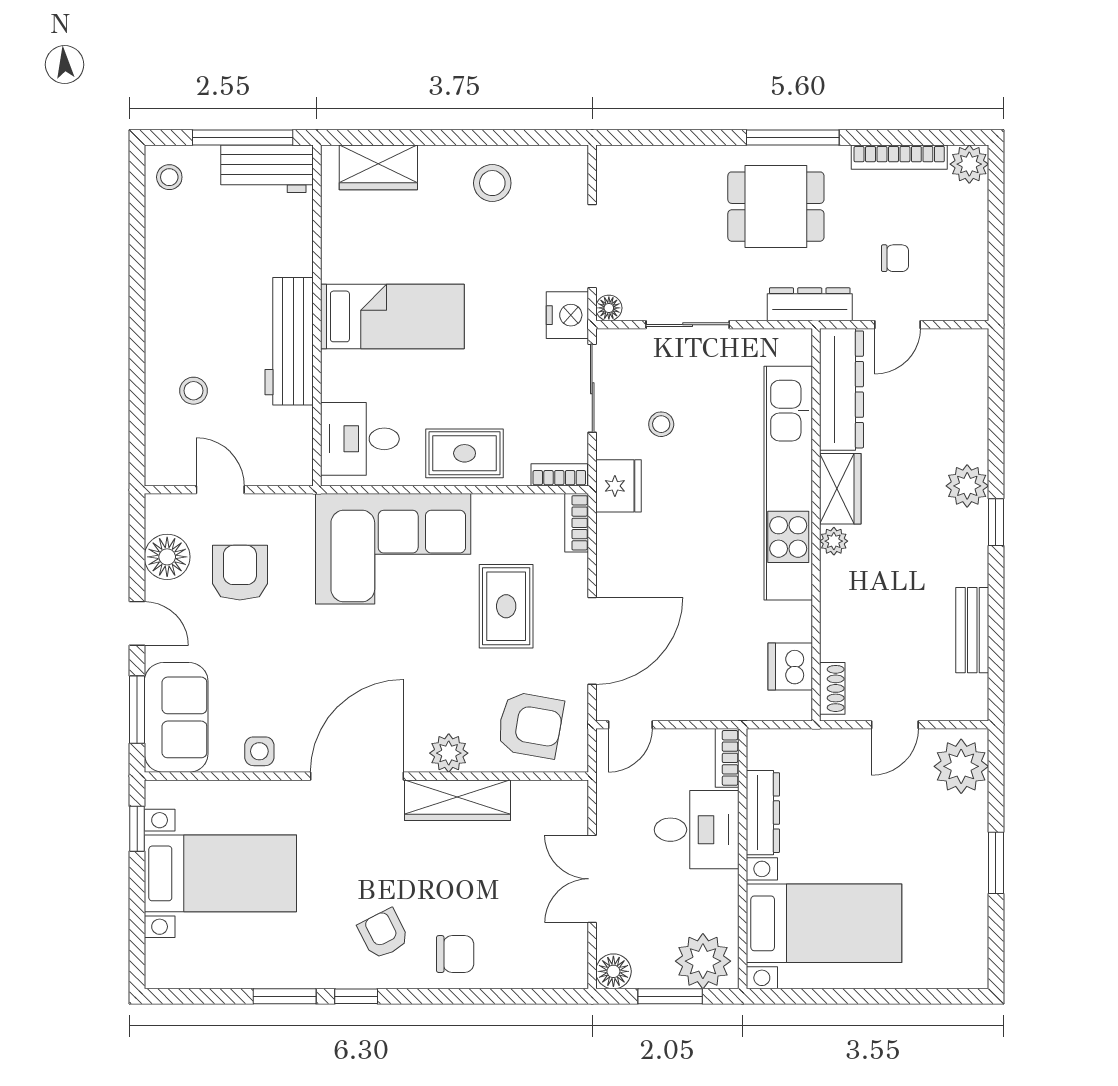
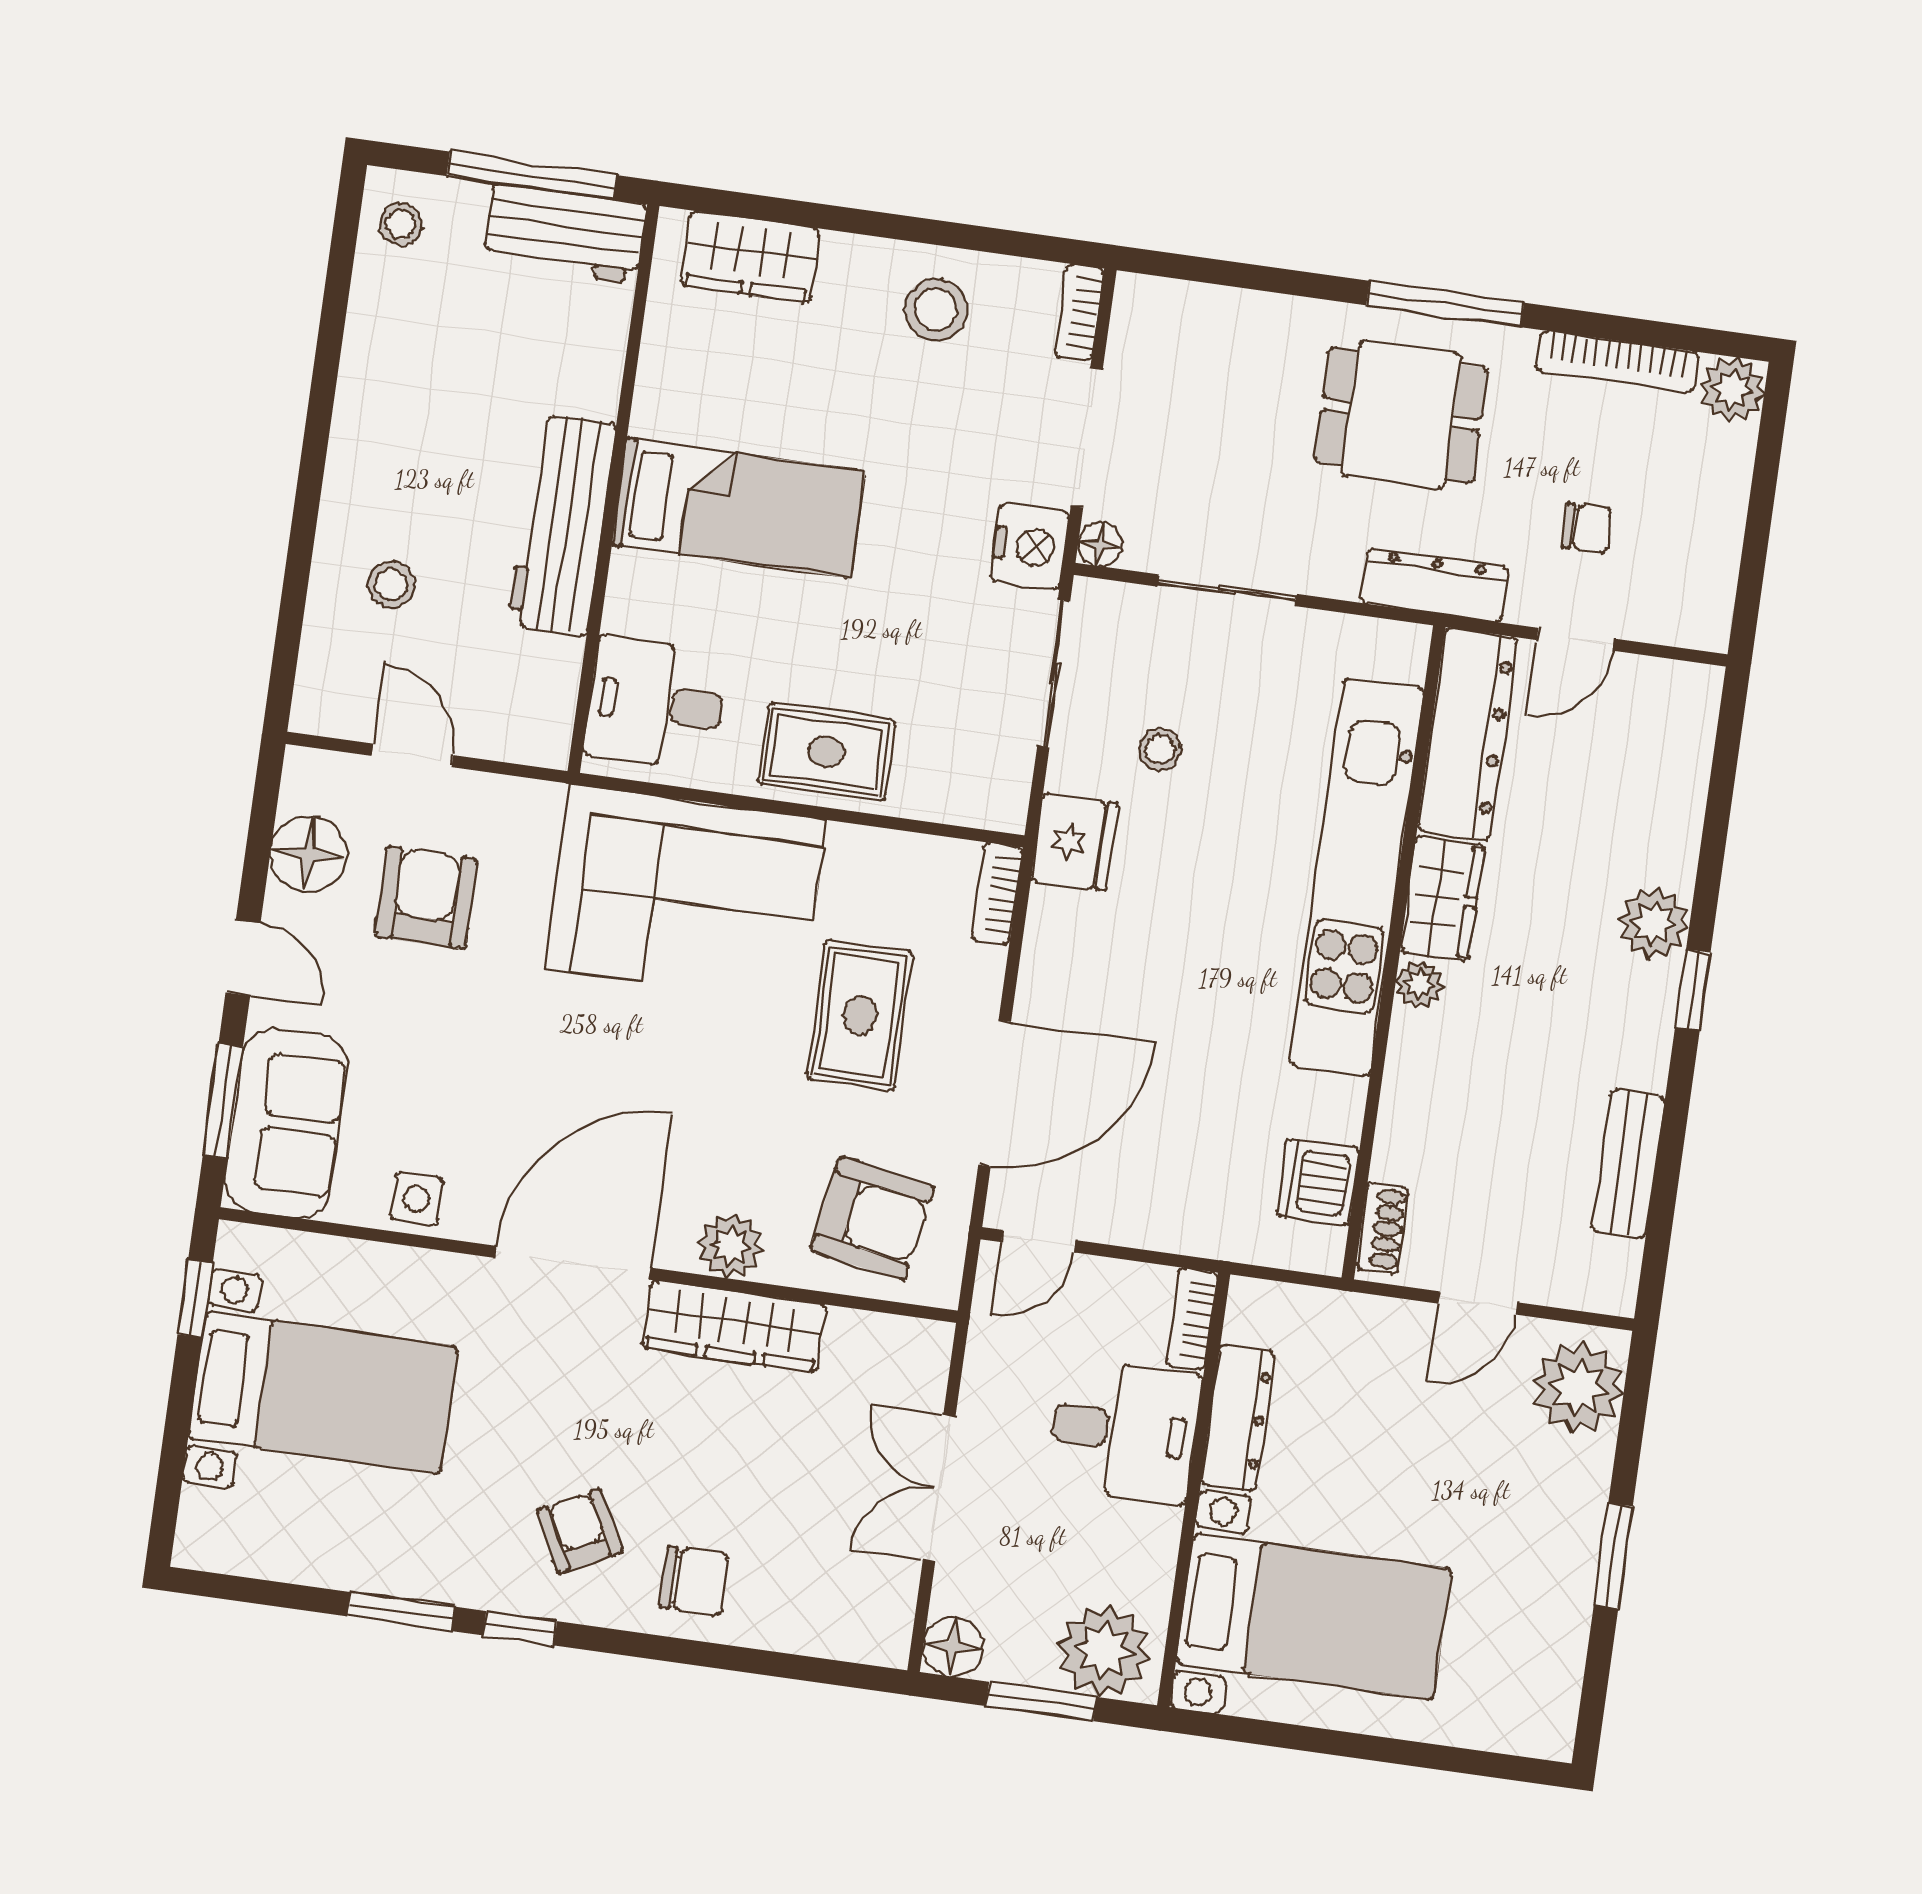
bookcase: (559, 475) -> (1079, 312), moved, turned -90

